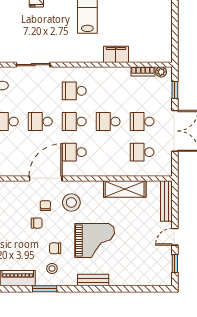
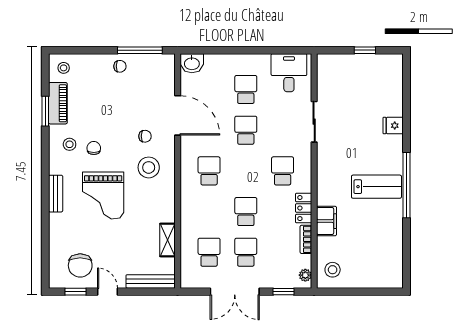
stool: (157, 49) -> (333, 270), added
bookcase: (143, 71) -> (306, 239), moved
locker: (105, 73) -> (304, 208), added
school desk: (74, 122) -> (246, 171), removed
door: (46, 178) -> (178, 115), moved
shelving: (125, 189) -> (167, 240), width x0.67, depth x0.75
chair: (37, 223) -> (80, 265), moved, width x1.87, depth x1.87
window: (45, 289) -> (45, 111), moved

